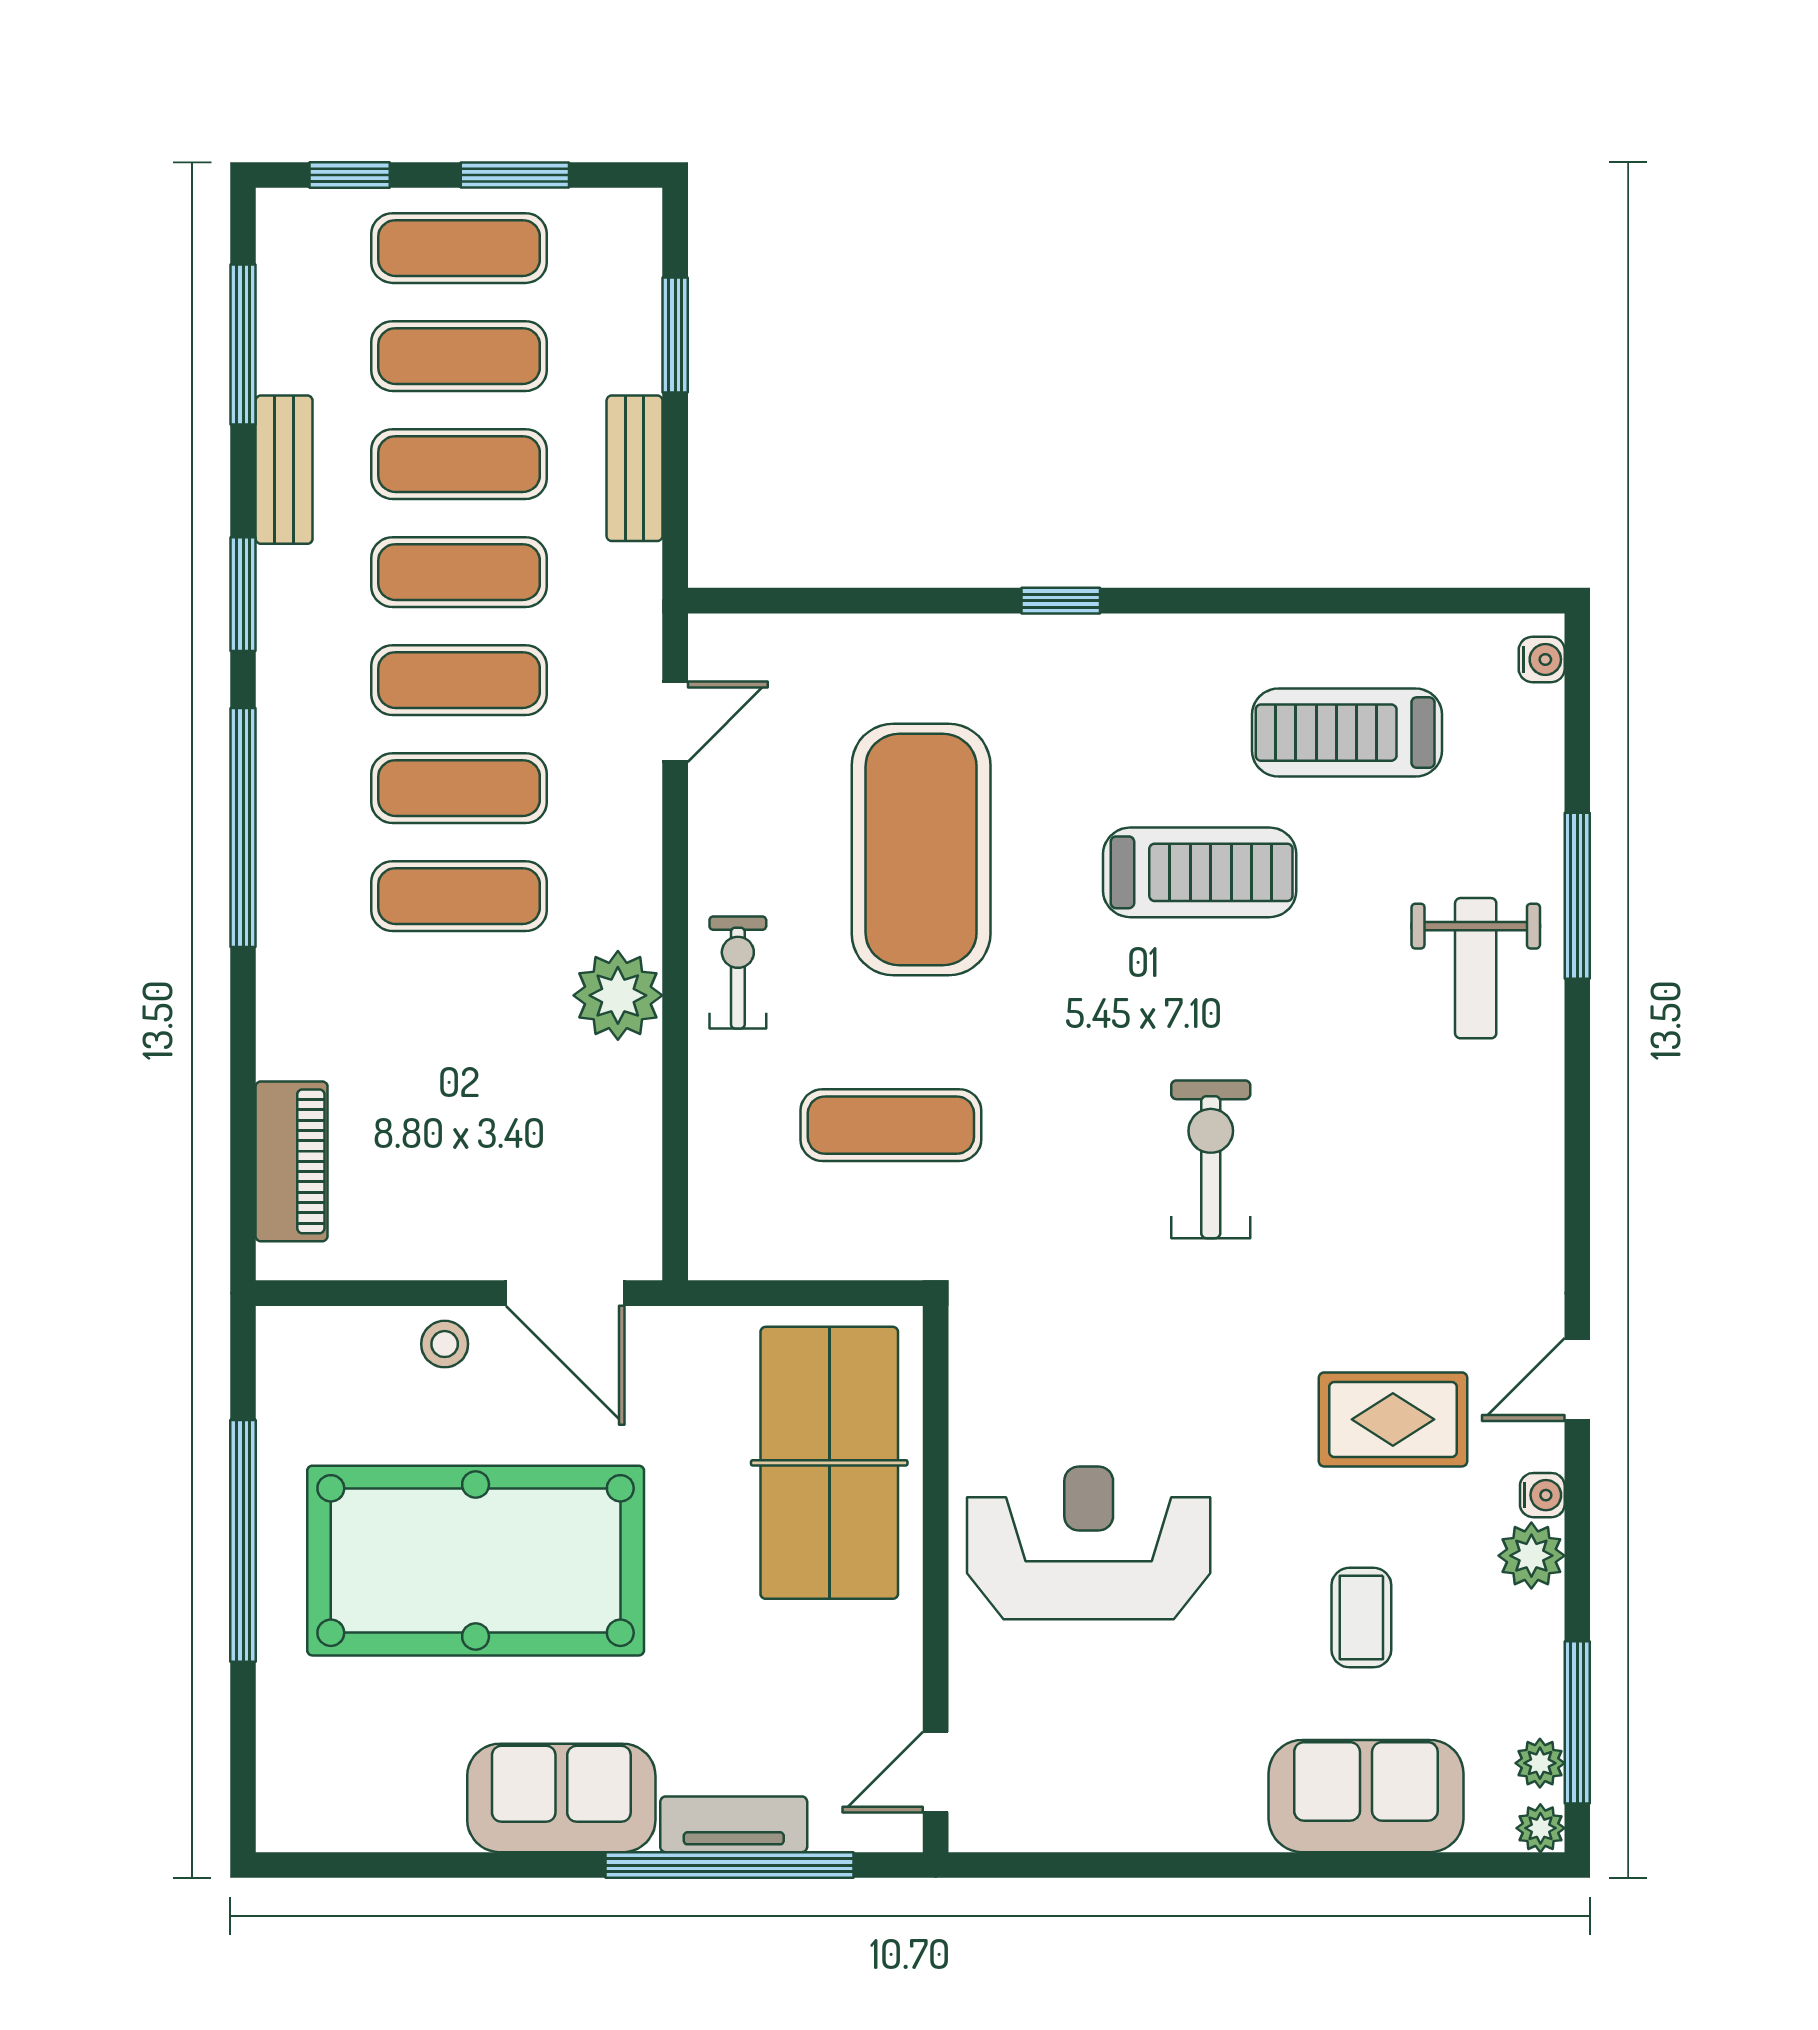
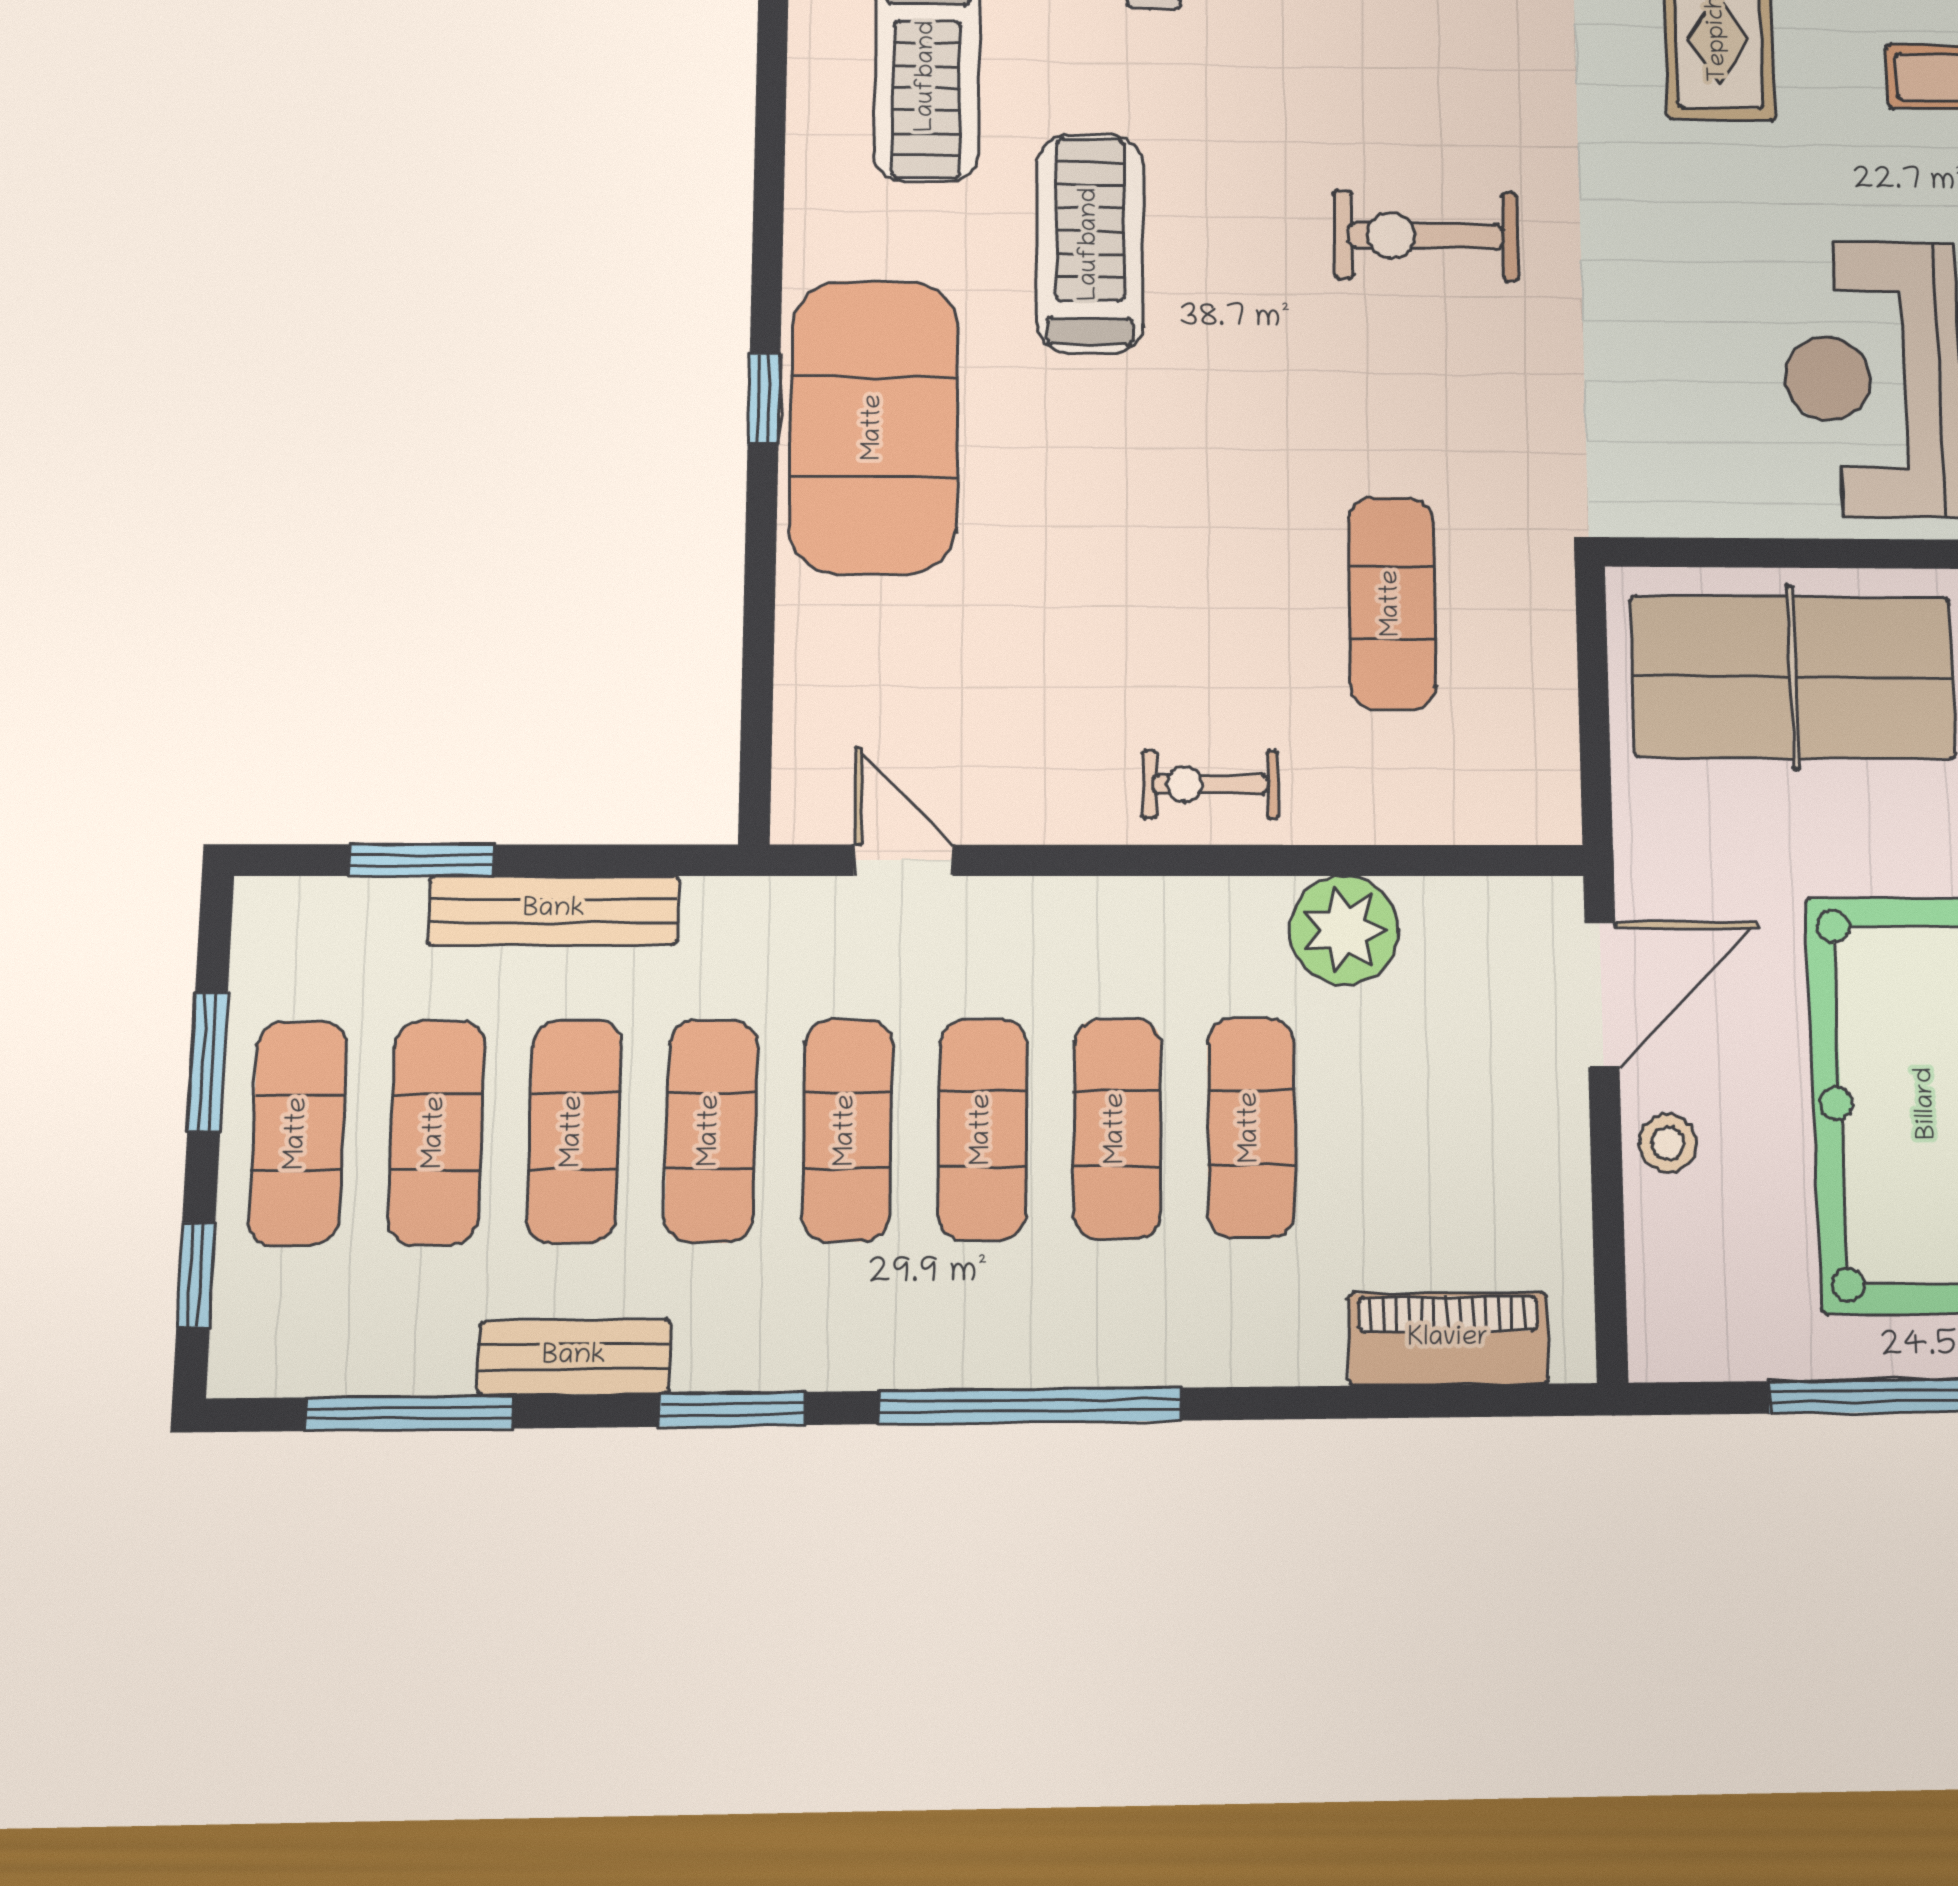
bench: (635, 468) -> (554, 910), width x1.36
exercise mat: (921, 849) -> (874, 427), moved, turned 90
plant: (618, 995) -> (1344, 930), moved
exercise mat: (459, 1004) -> (1251, 1127), added

